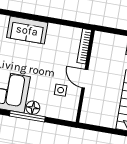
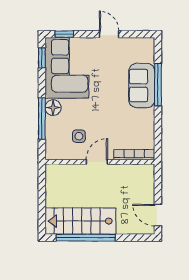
window: (29, 16) -> (158, 85), added
window: (27, 116) -> (42, 118), moved

